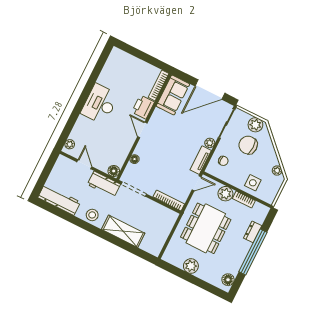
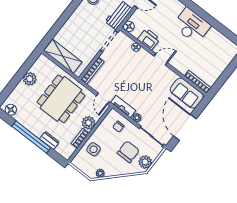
printer: (143, 107) -> (149, 39), moved
dining table: (206, 228) -> (61, 99), turned 90
shelving: (123, 231) -> (63, 56), moved, turned 90

